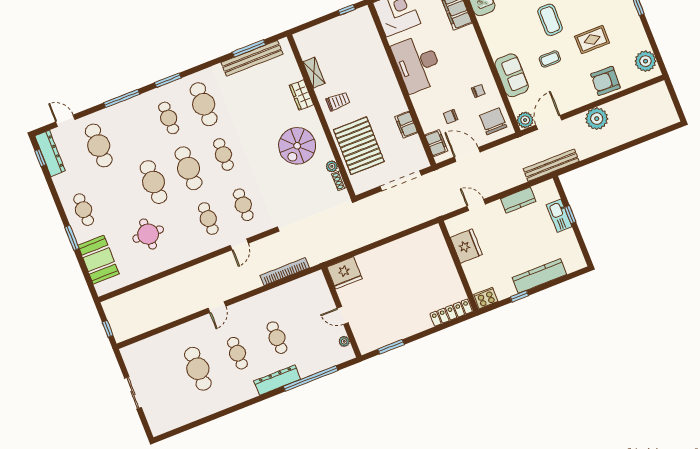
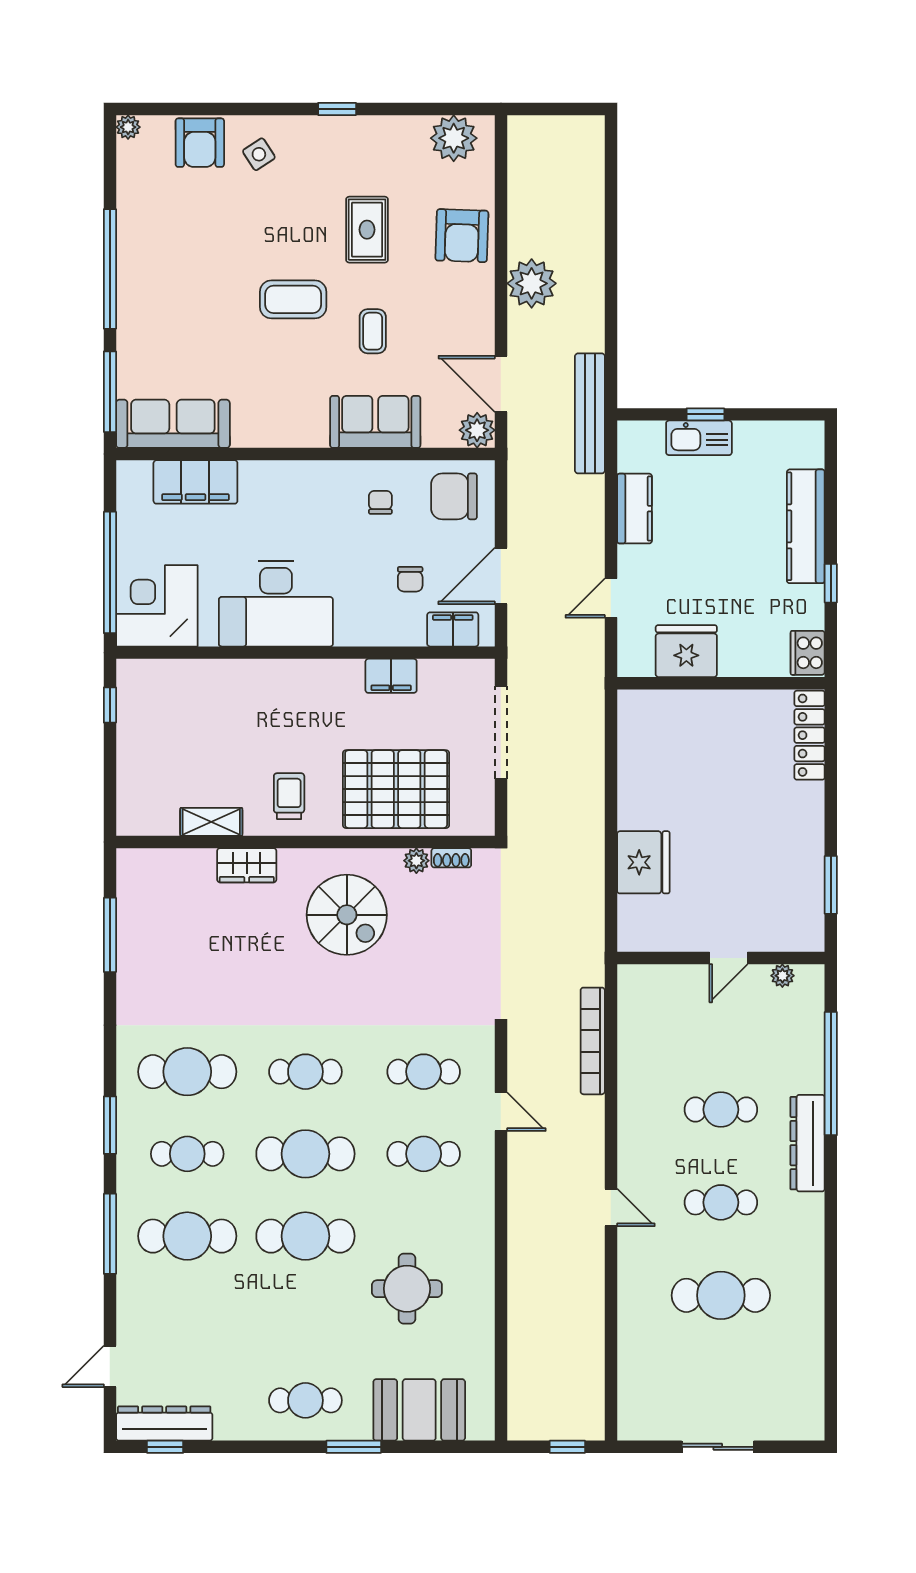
bench: (252, 58) -> (133, 936), removed
cafe table: (99, 146) -> (187, 1236), moved
fridge: (345, 273) -> (643, 862), moved

